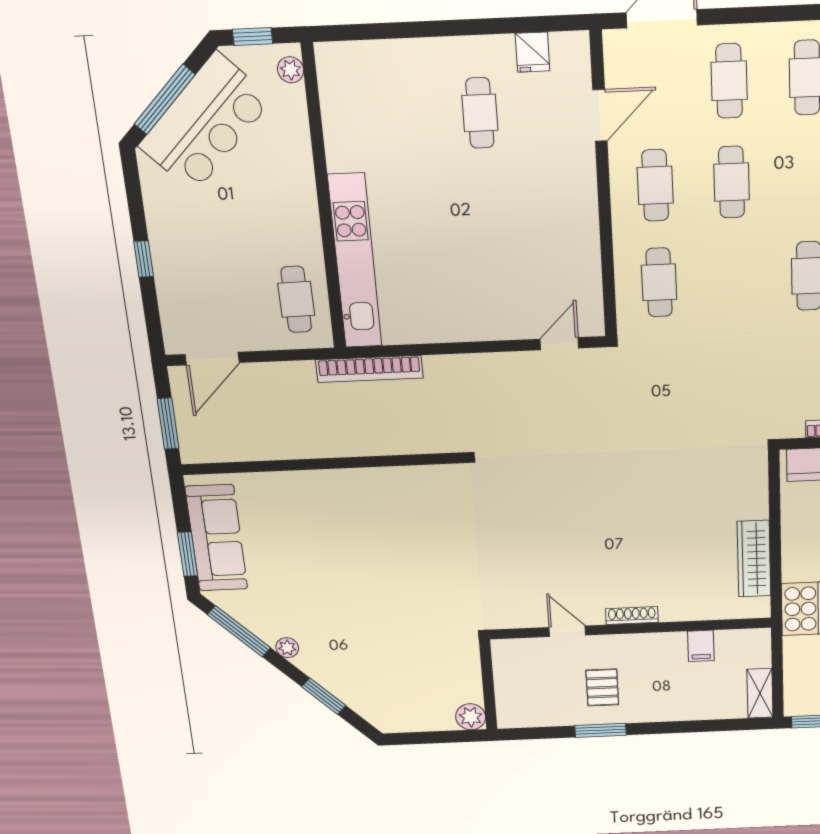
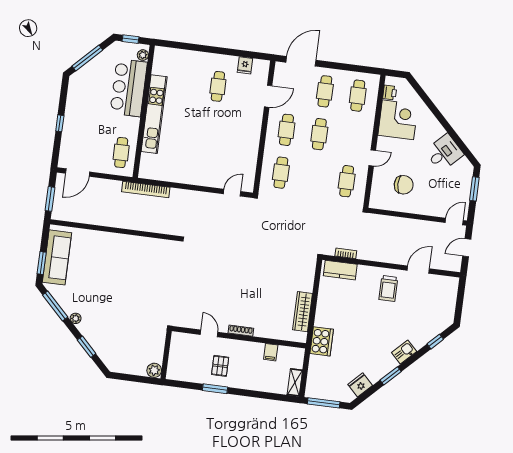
bar counter: (205, 123) -> (129, 88), moved, turned 135
kitchen unit: (355, 261) -> (154, 114), moved

